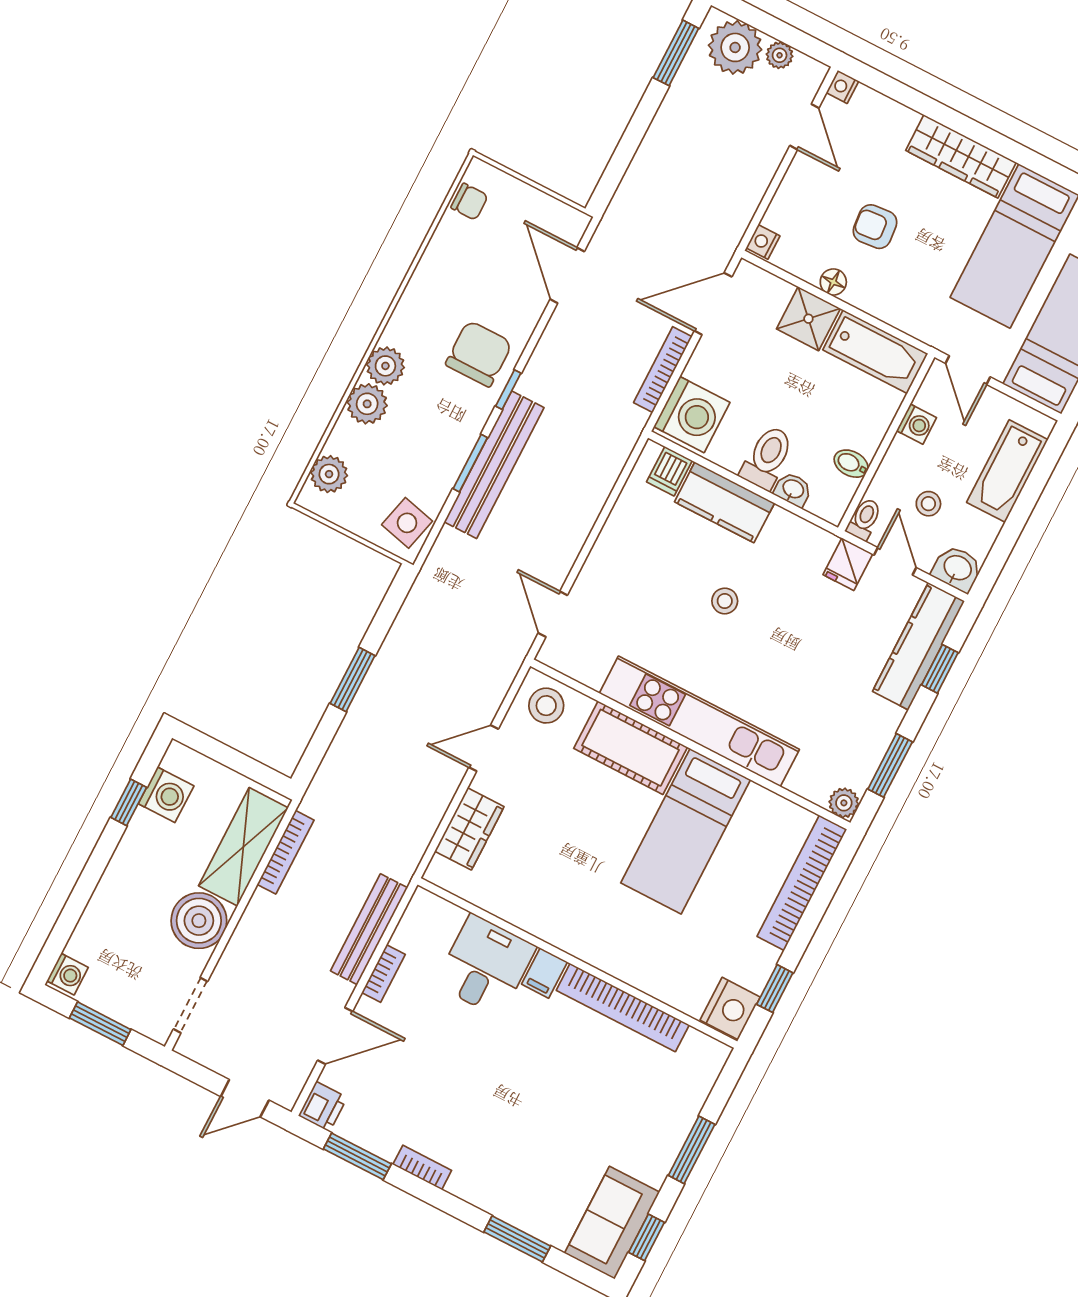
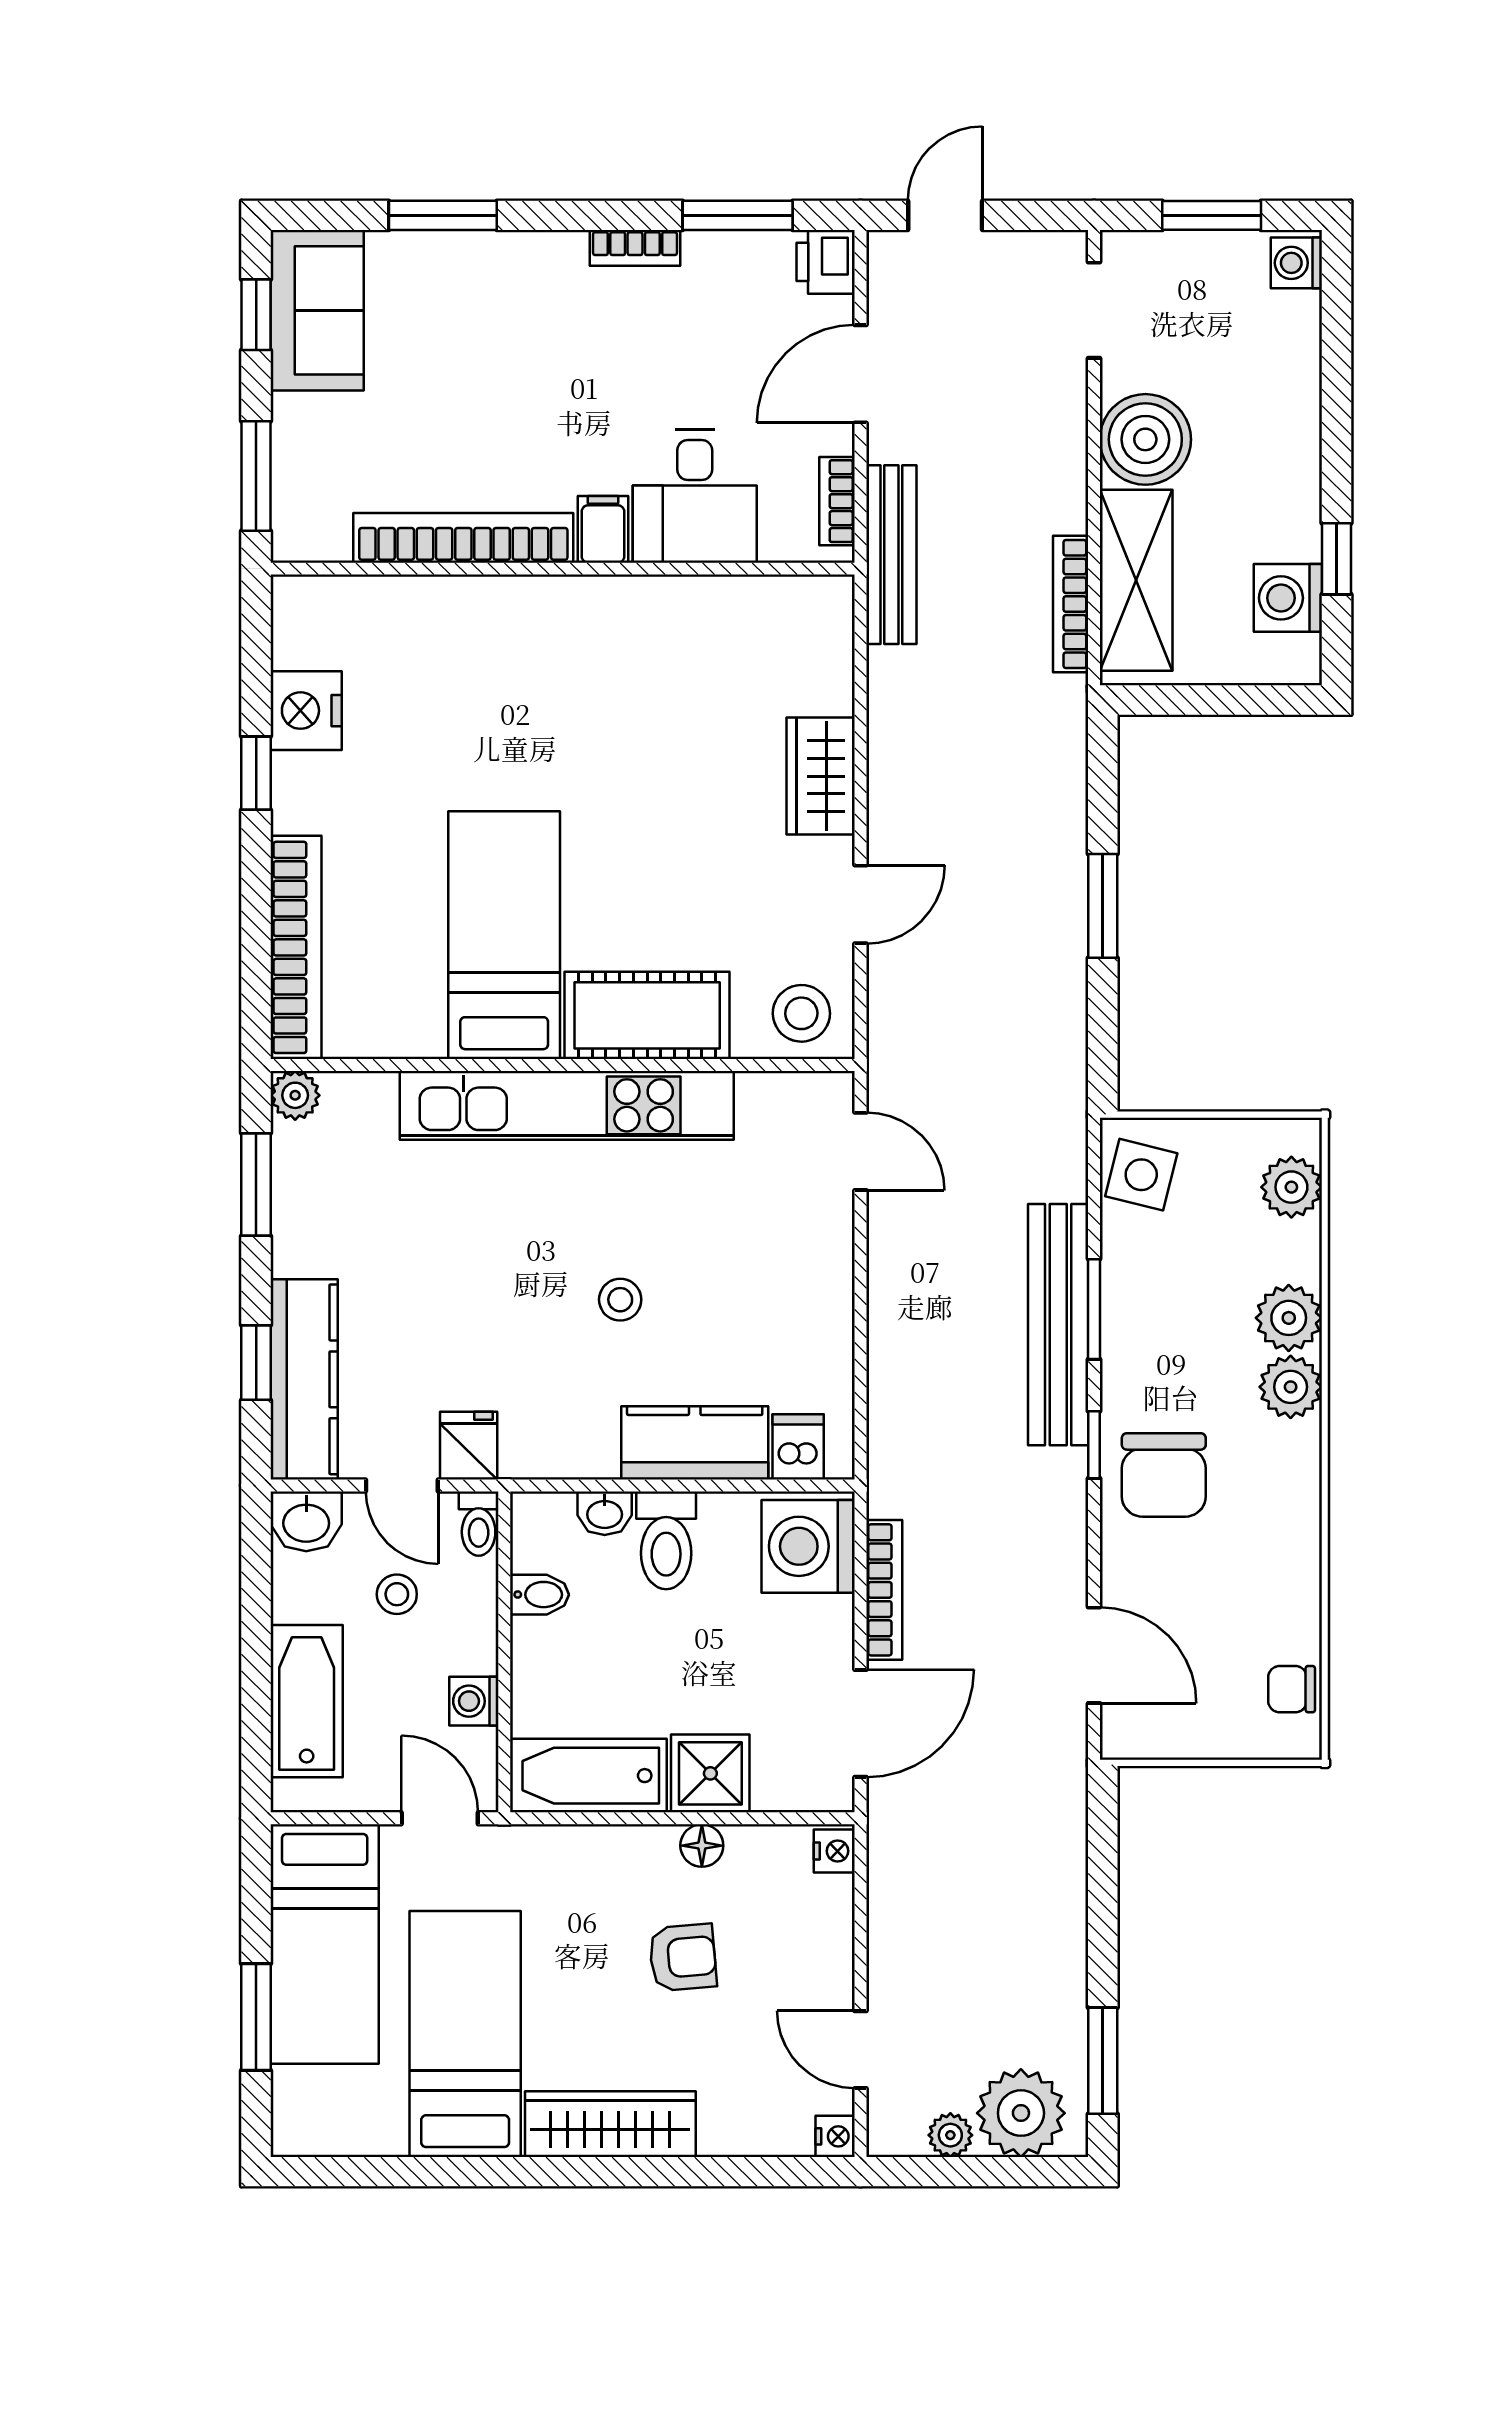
wall: (577, 963) -> (563, 569), moved
desk: (485, 965) -> (695, 496), moved
filing cabinet: (544, 973) -> (603, 529), moved
bookcase: (623, 1008) -> (463, 538), moved

